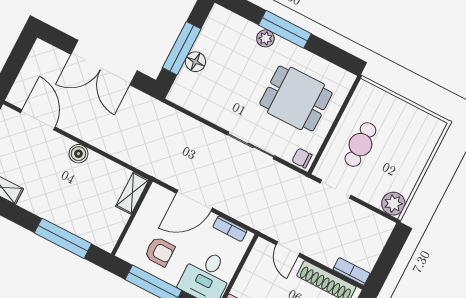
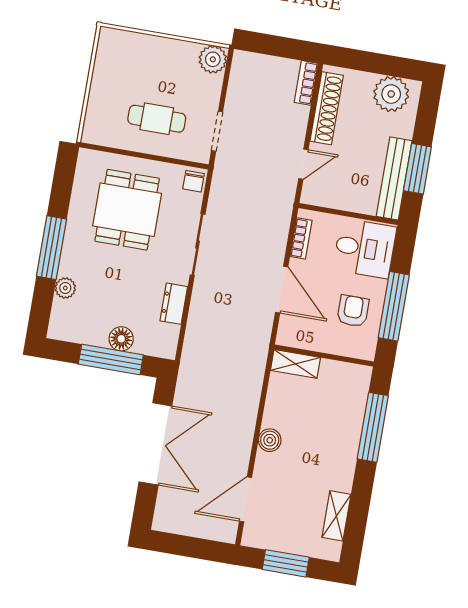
plant: (265, 38) -> (65, 288), moved
dresser: (210, 112) -> (174, 304), added

